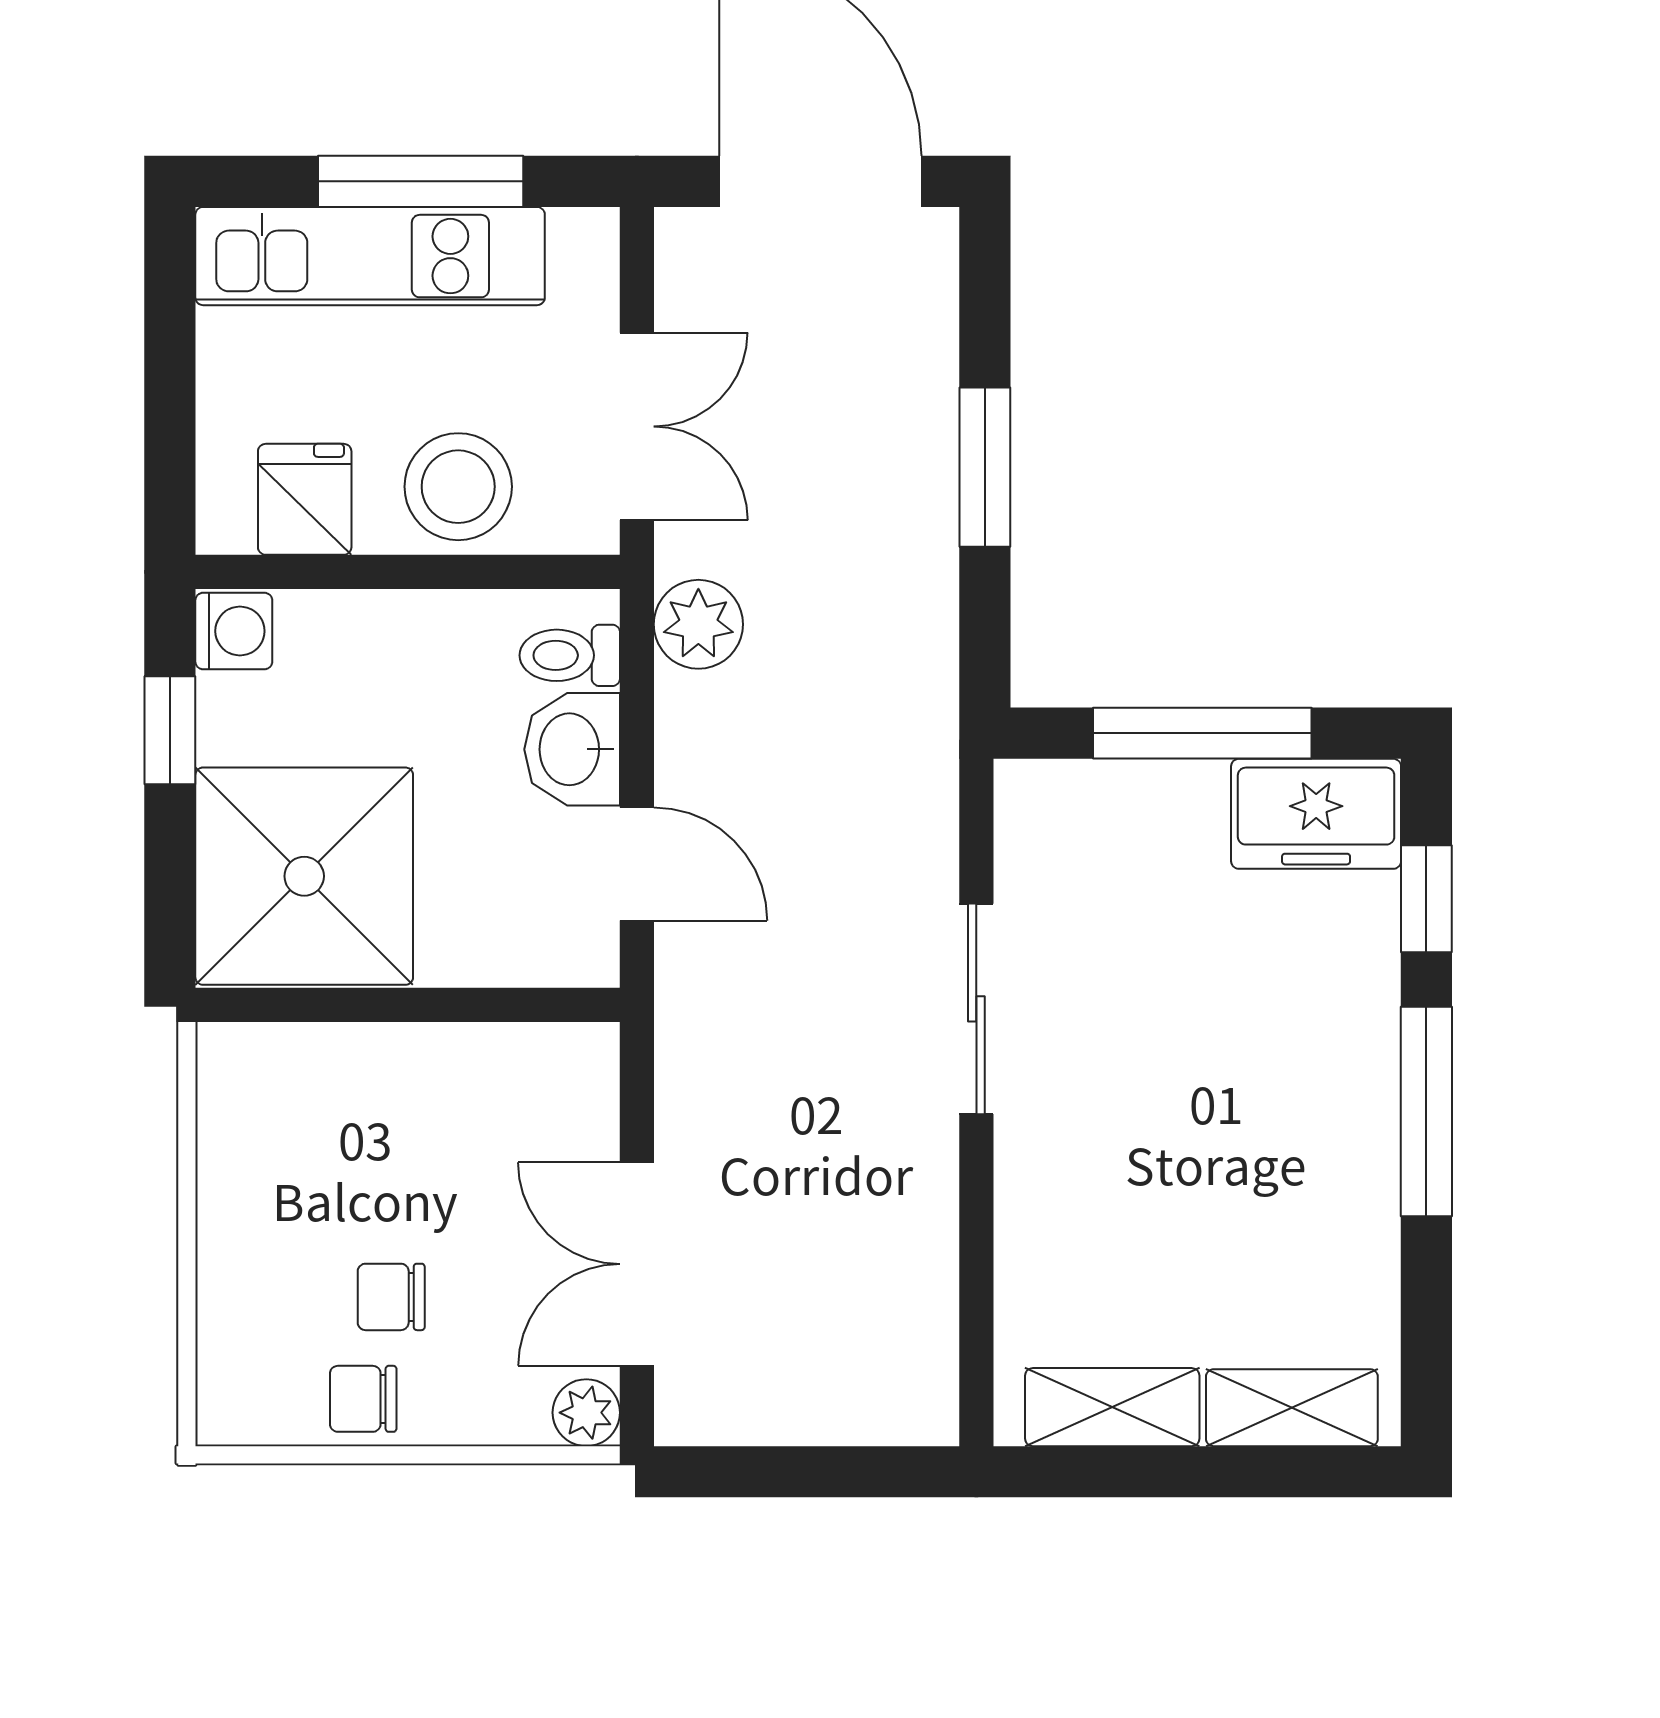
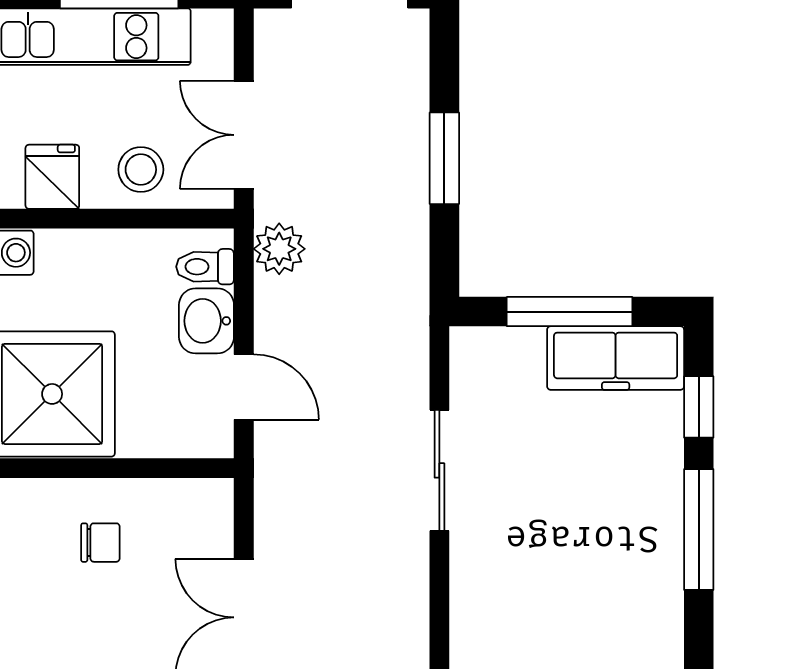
double door: (637, 426) -> (244, 135), swing flipped
stool: (458, 487) -> (141, 170), width x0.73, depth x0.73
freezer: (1316, 814) -> (616, 358), width x1.40
chair: (391, 1297) -> (100, 543), moved, turned 180

